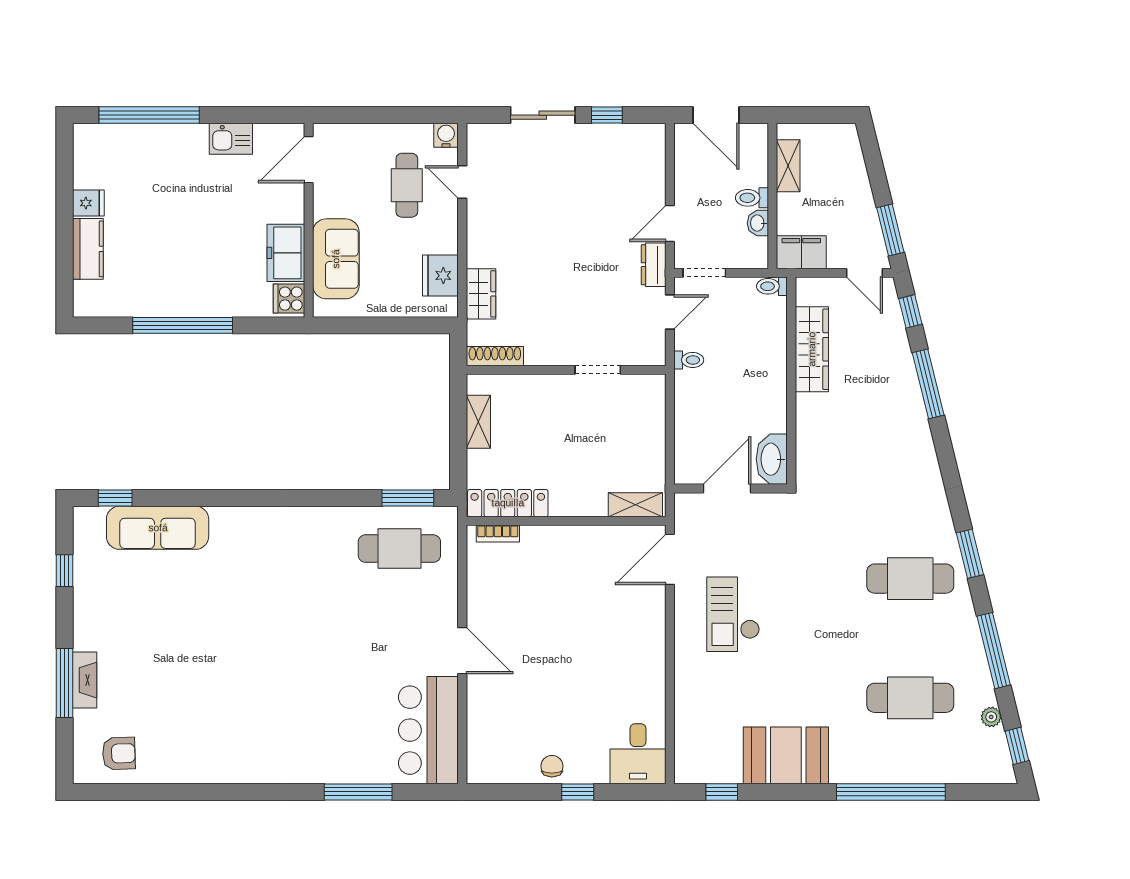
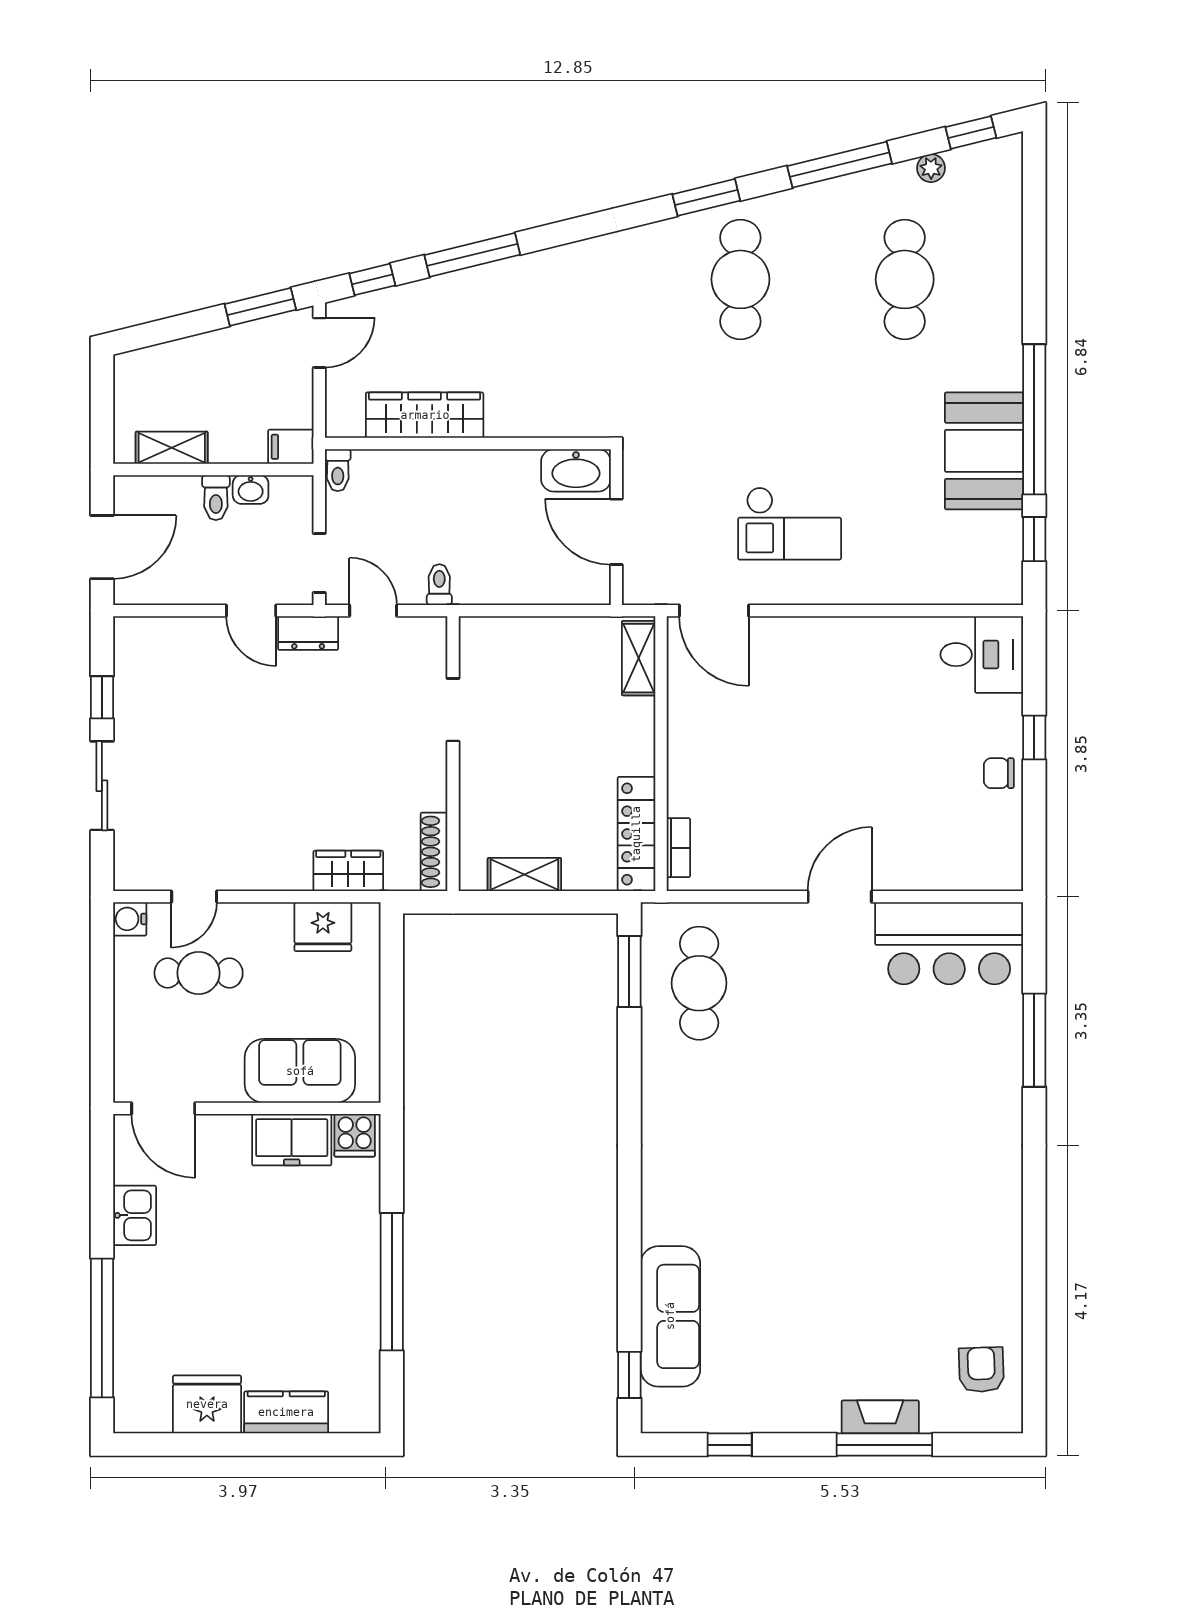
fridge: (88, 203) -> (207, 1404), width x1.88, depth x1.34
filing cabinet: (801, 252) -> (291, 447), width x0.50
window: (891, 792) -> (1034, 419), moved

